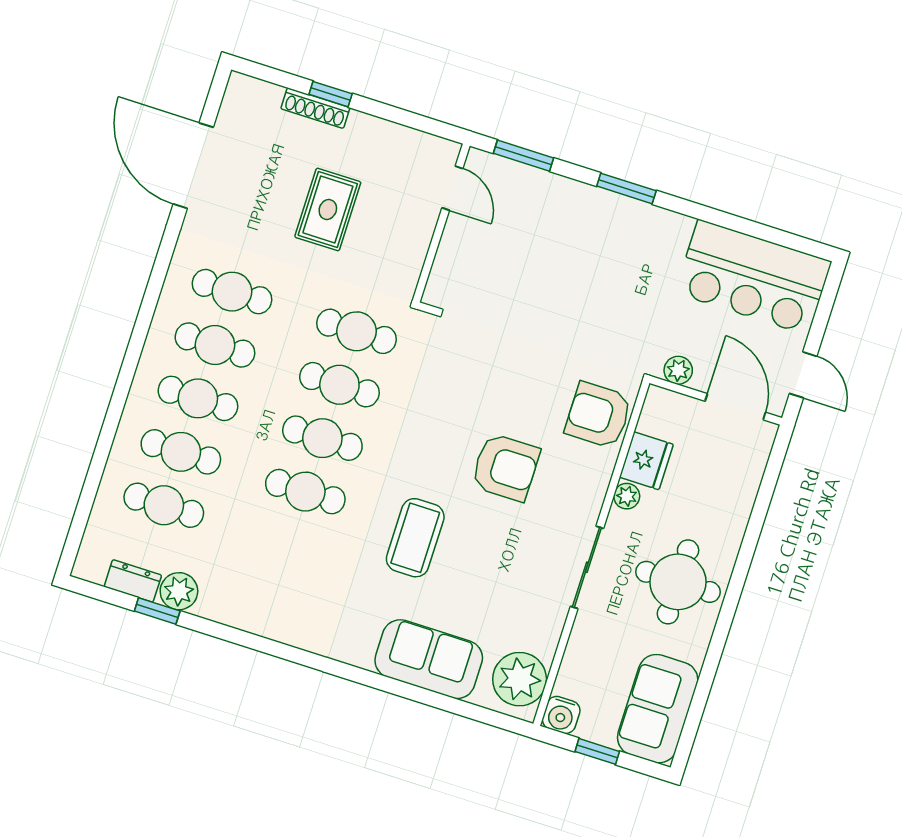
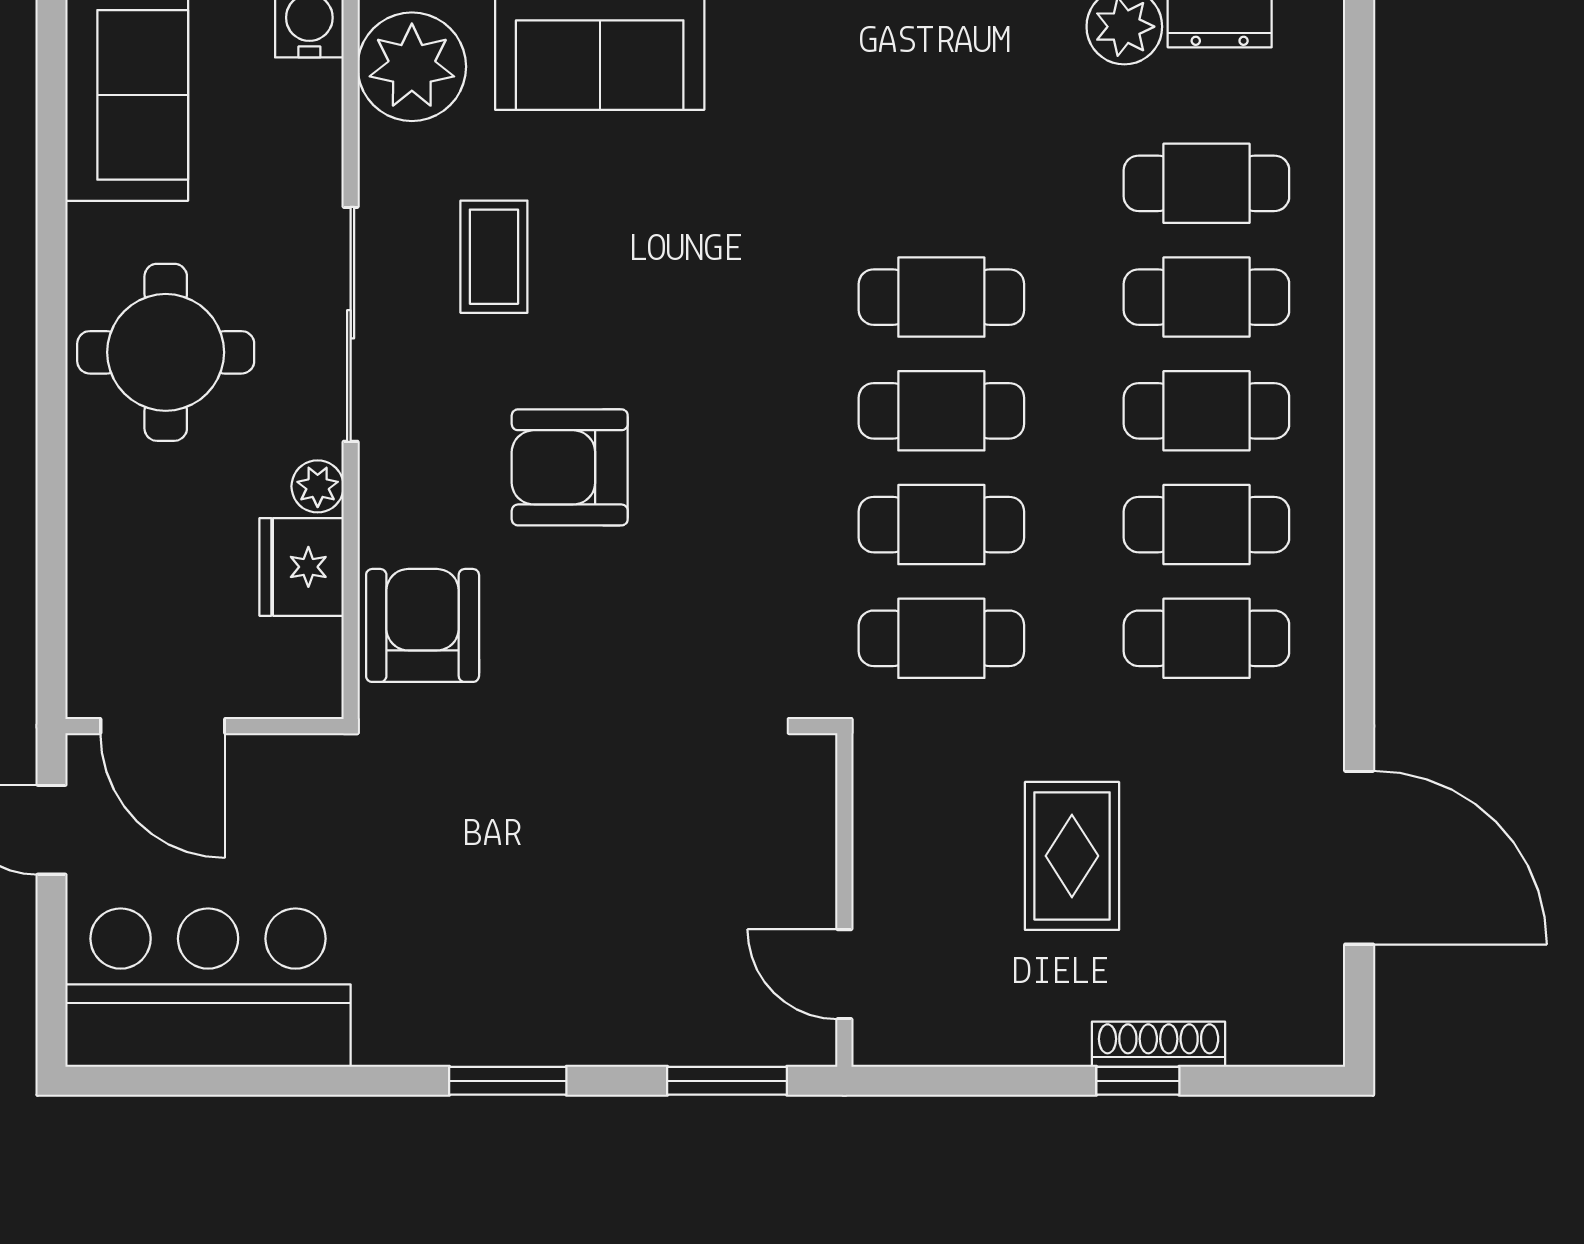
plant: (678, 370) -> (296, 761), removed
armchair: (598, 415) -> (423, 625), turned -90
coffee table: (415, 538) -> (494, 257), moved, width x0.73, depth x0.77
sliding door: (587, 567) -> (351, 324), width x1.37

